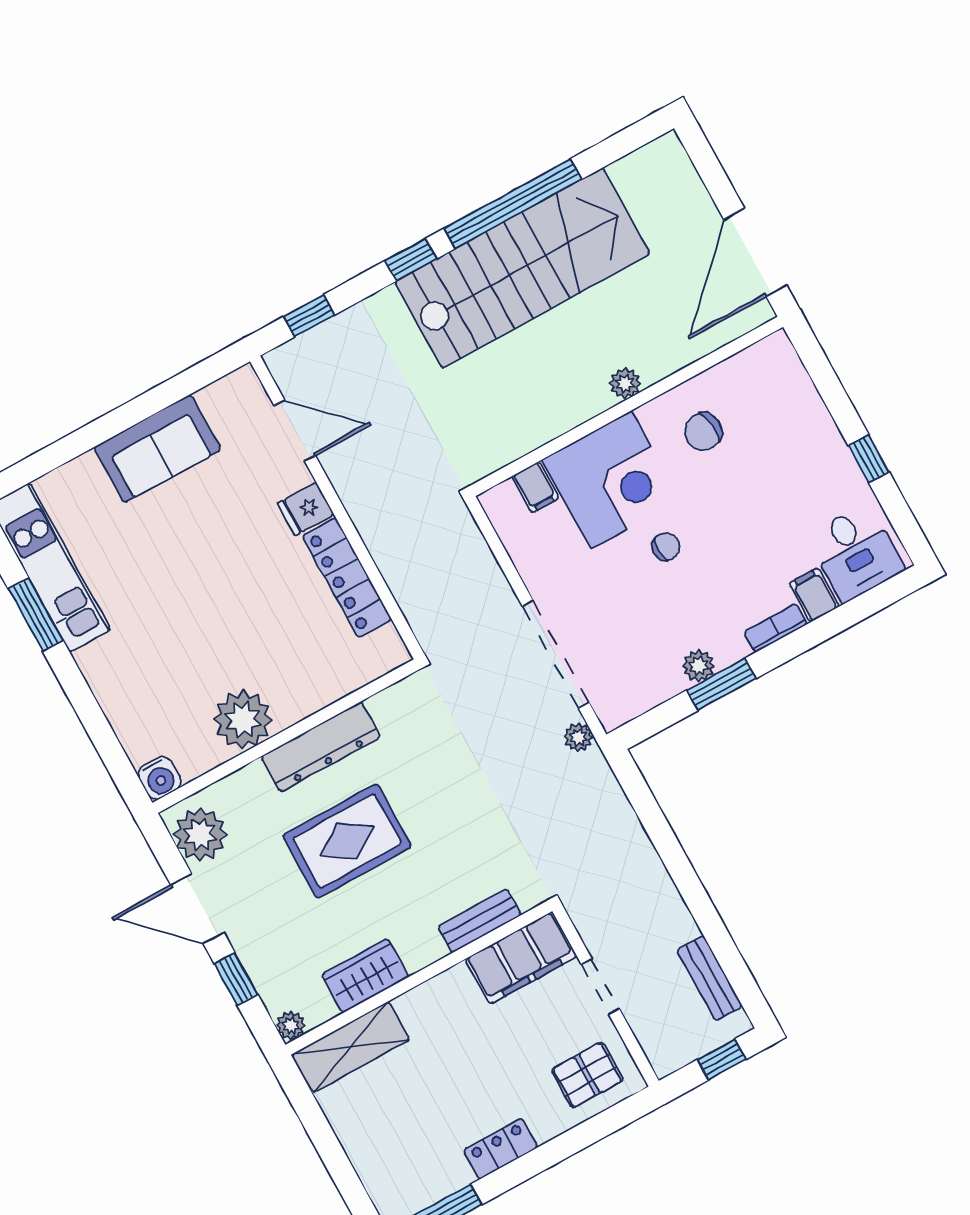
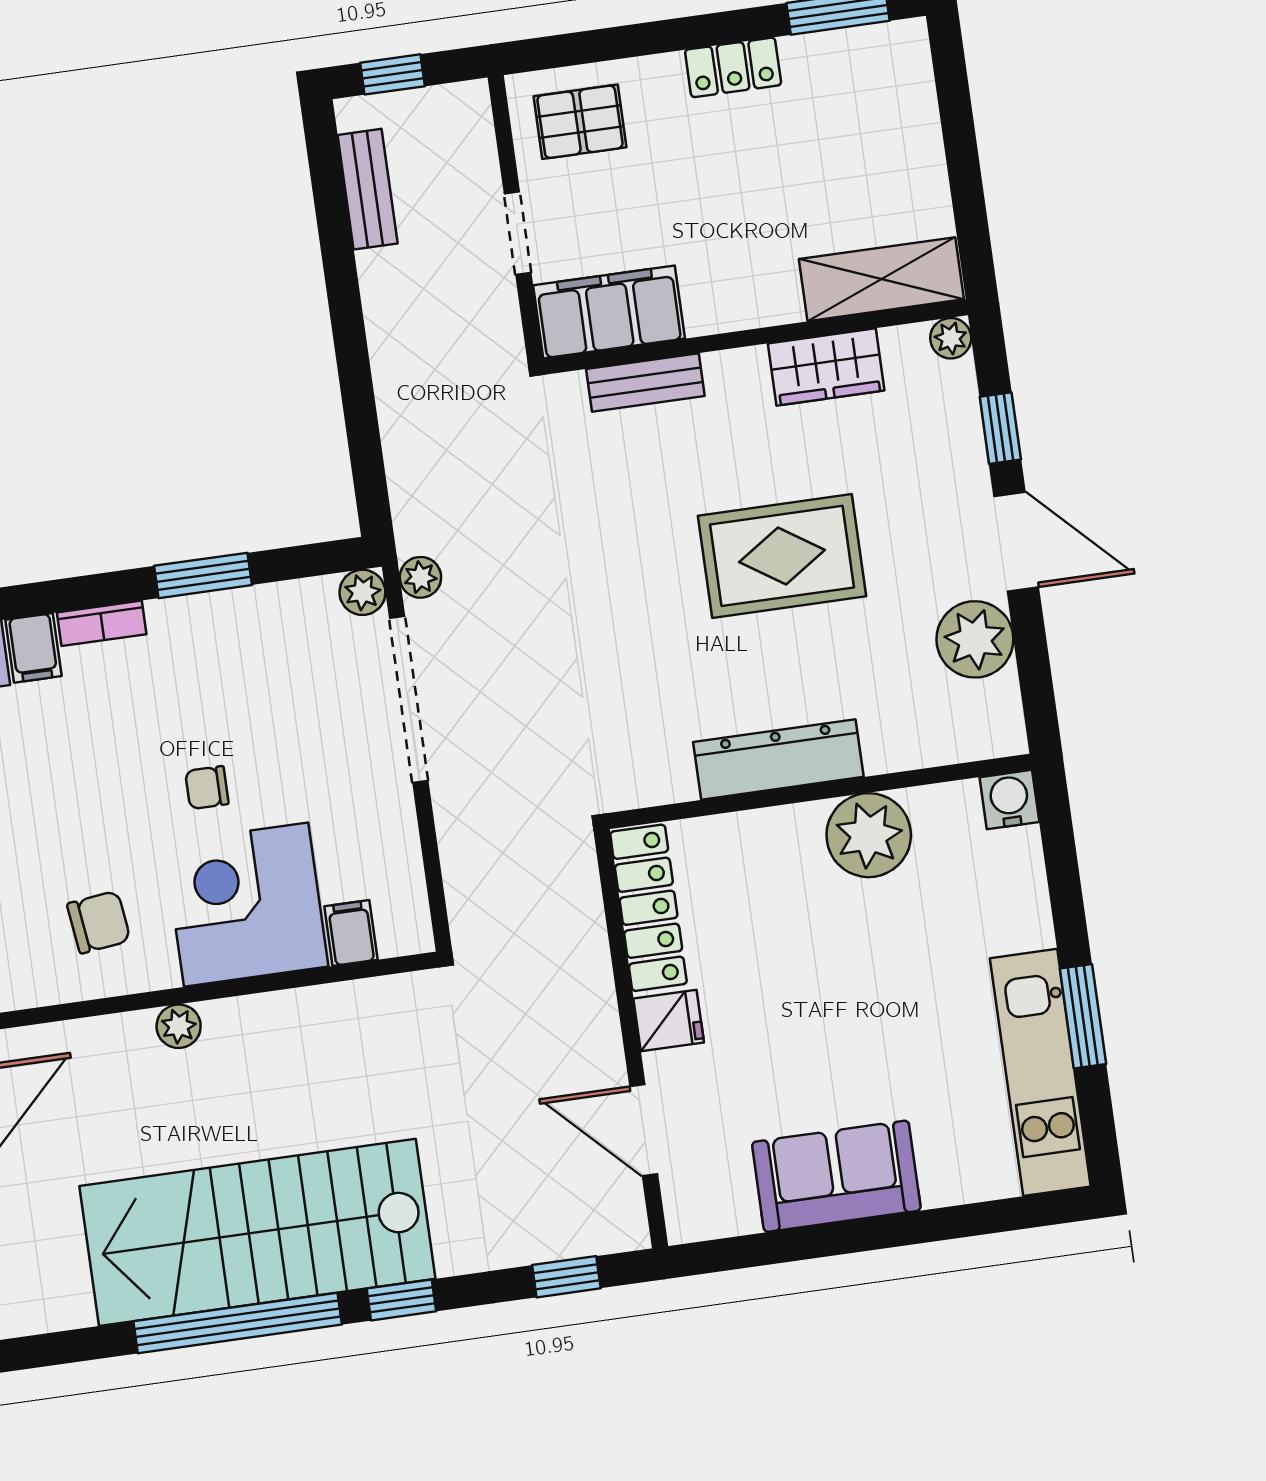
plant: (699, 666) -> (362, 592), moved
plant: (243, 720) -> (869, 835), moved
wall: (286, 736) -> (820, 791), moved
dresser: (321, 747) -> (778, 759), moved
water cooler: (160, 778) -> (1009, 800), moved

